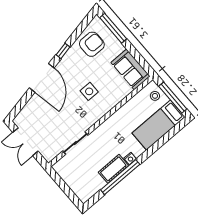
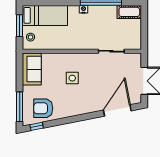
window: (63, 51) -> (37, 126), moved
door: (42, 78) -> (117, 110), moved
window: (173, 98) -> (20, 26), width x0.69
cot: (113, 169) -> (129, 12), moved

